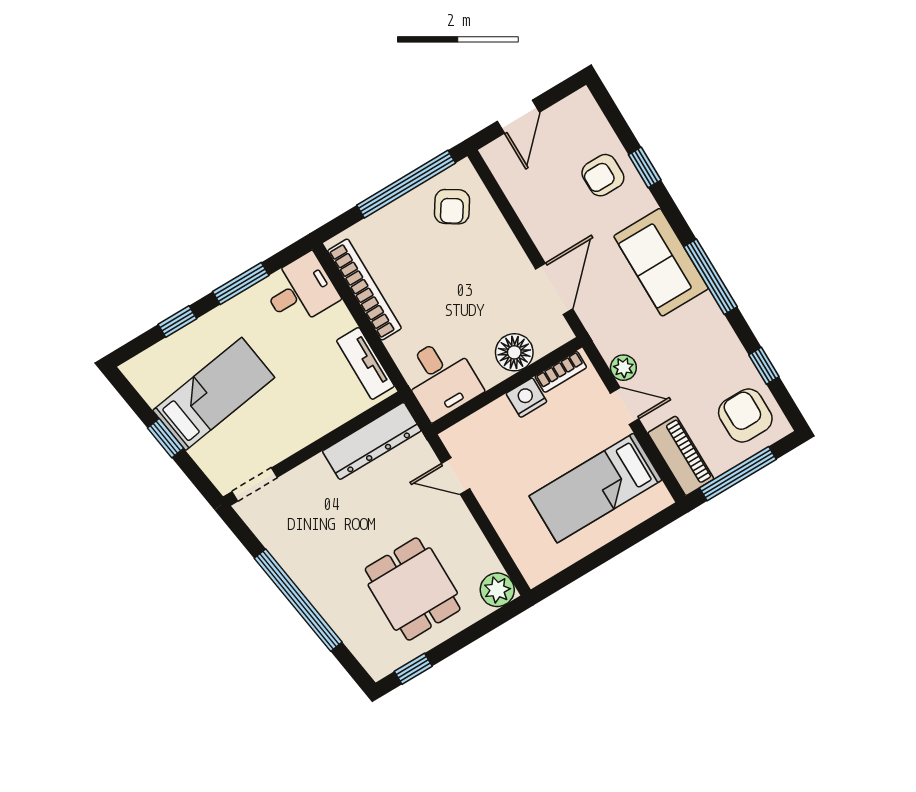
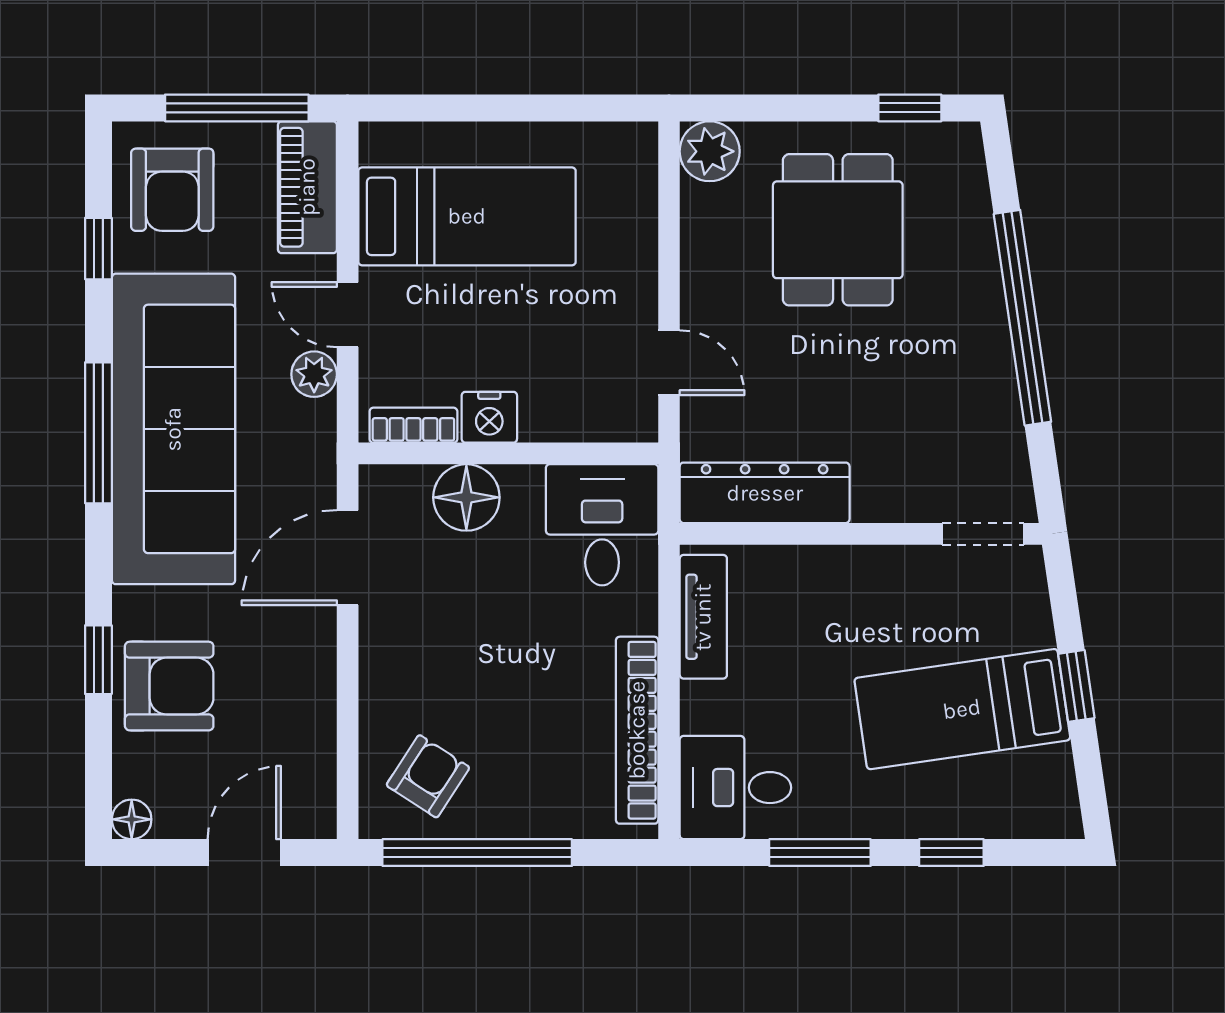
floor lamp: (582, 100) -> (132, 819), added
armchair: (603, 175) -> (169, 686), width x1.38, depth x1.38
sofa: (661, 262) -> (173, 429), width x1.85, depth x1.27

